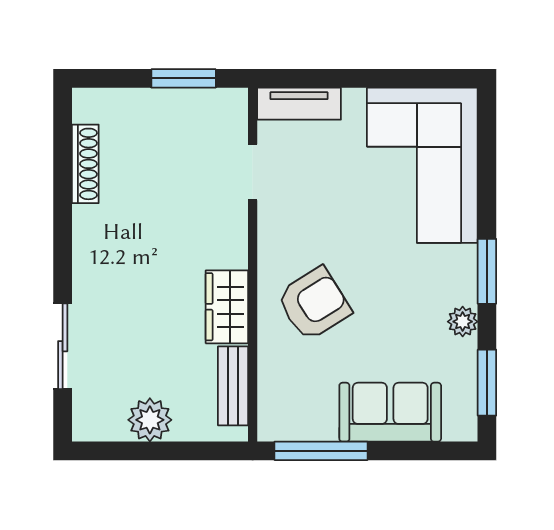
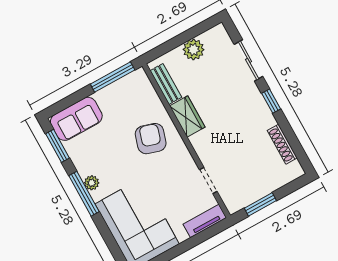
window: (63, 252) -> (271, 101), added
window: (487, 271) -> (84, 194), width x1.44
armchair: (314, 304) -> (151, 139), turned 139
plant: (463, 322) -> (92, 183), moved
sofa: (390, 412) -> (76, 119), moved

